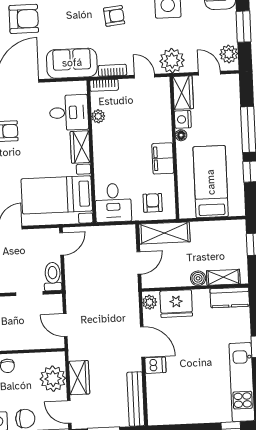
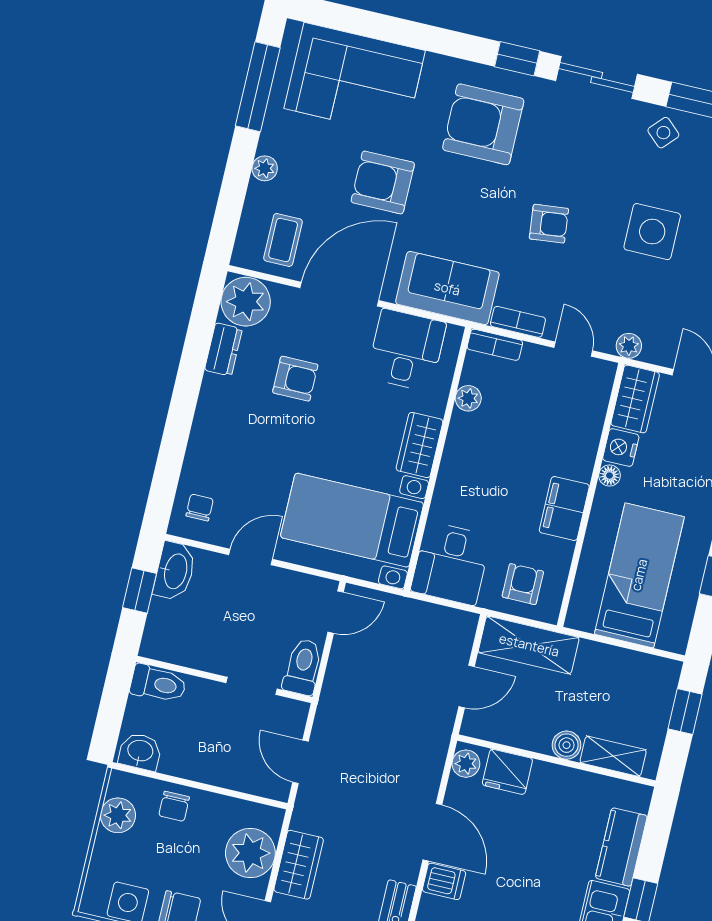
armchair: (24, 19) -> (383, 182), turned 180
plant: (172, 61) -> (629, 346), width x0.53, depth x0.53
desk: (69, 113) -> (406, 350), moved, turned -90
kitchen counter: (230, 297) -> (621, 847), moved, turned 90
fridge: (176, 304) -> (507, 772), width x0.73, depth x0.75

